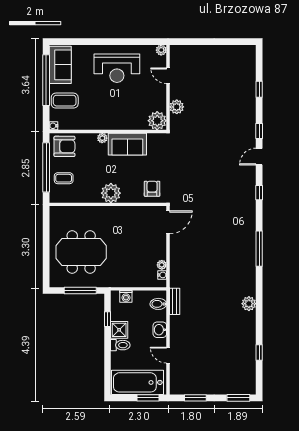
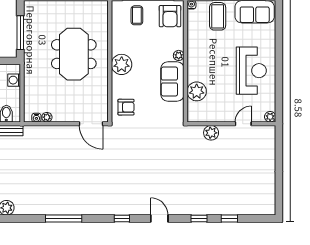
reception desk: (117, 68) -> (251, 71), turned 180
plant: (157, 121) -> (197, 91), moved
window: (259, 131) -> (199, 219), moved
meeting table: (81, 252) -> (74, 54), moved

